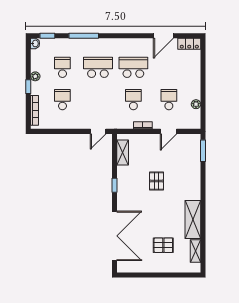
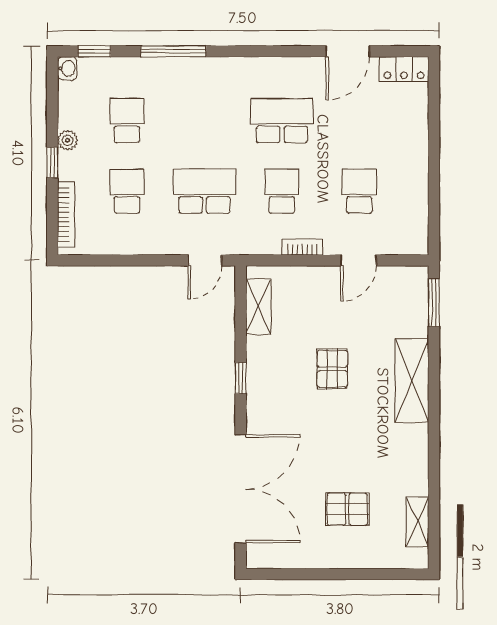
school desk: (98, 67) -> (204, 191), moved
plant: (196, 104) -> (419, 201), removed
shelving: (193, 219) -> (412, 380), moved

